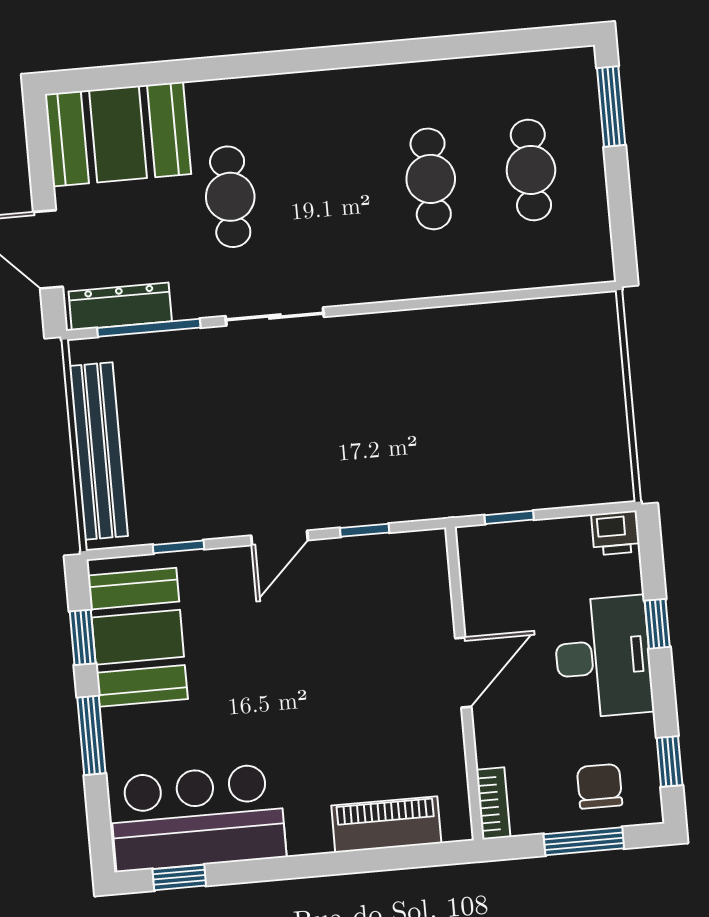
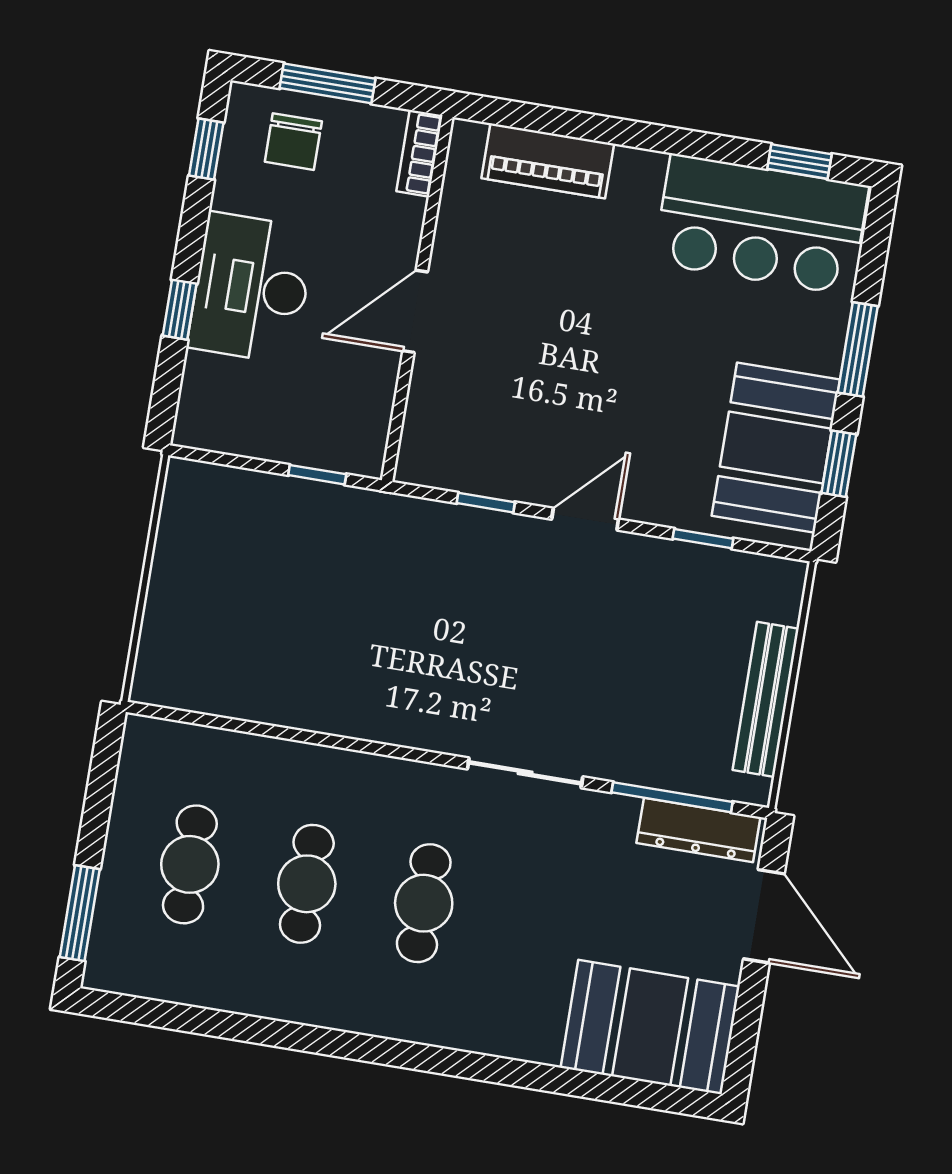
cafe table: (230, 197) -> (424, 903), moved
bench: (98, 451) -> (766, 699), width x0.73, depth x0.82
printer: (616, 533) -> (200, 426), removed

